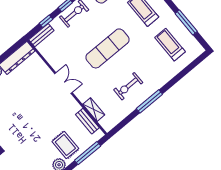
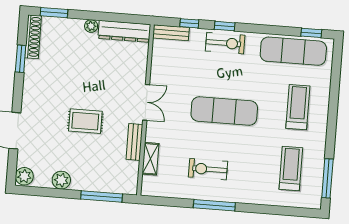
window: (186, 22) -> (327, 178), moved
bench: (87, 121) -> (134, 142), moved
rug: (65, 145) -> (85, 121), moved, turned 90

